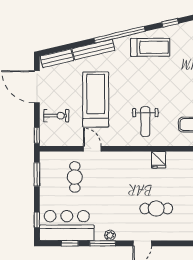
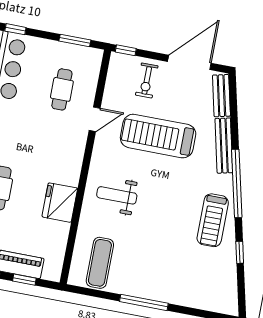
treadmill: (96, 99) -> (158, 136), turned 180
fridge: (159, 160) -> (60, 203), width x1.88, depth x1.34
cafe table: (75, 177) -> (62, 89), turned 90

